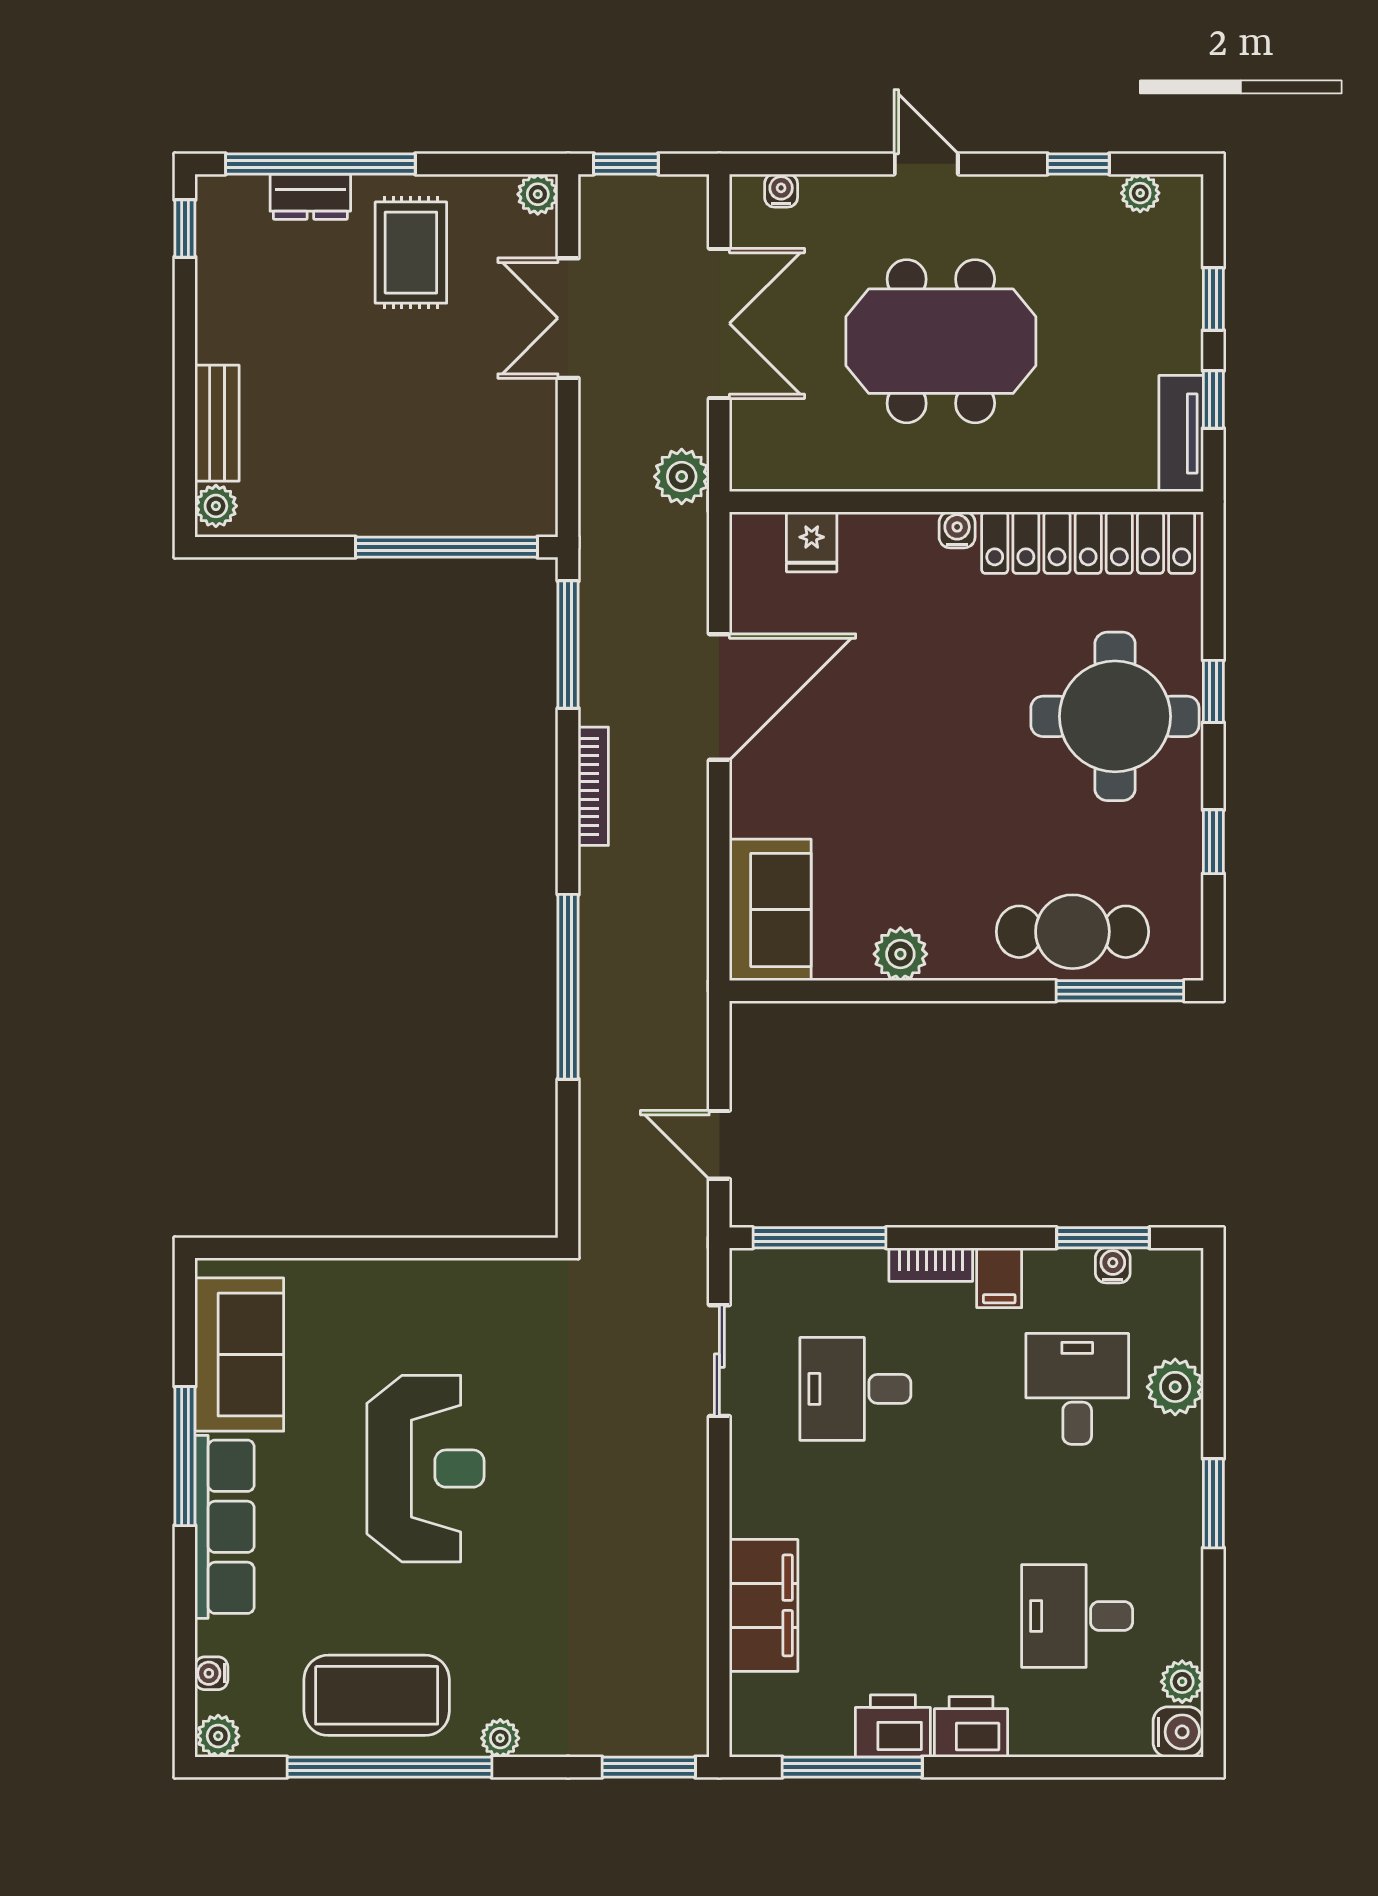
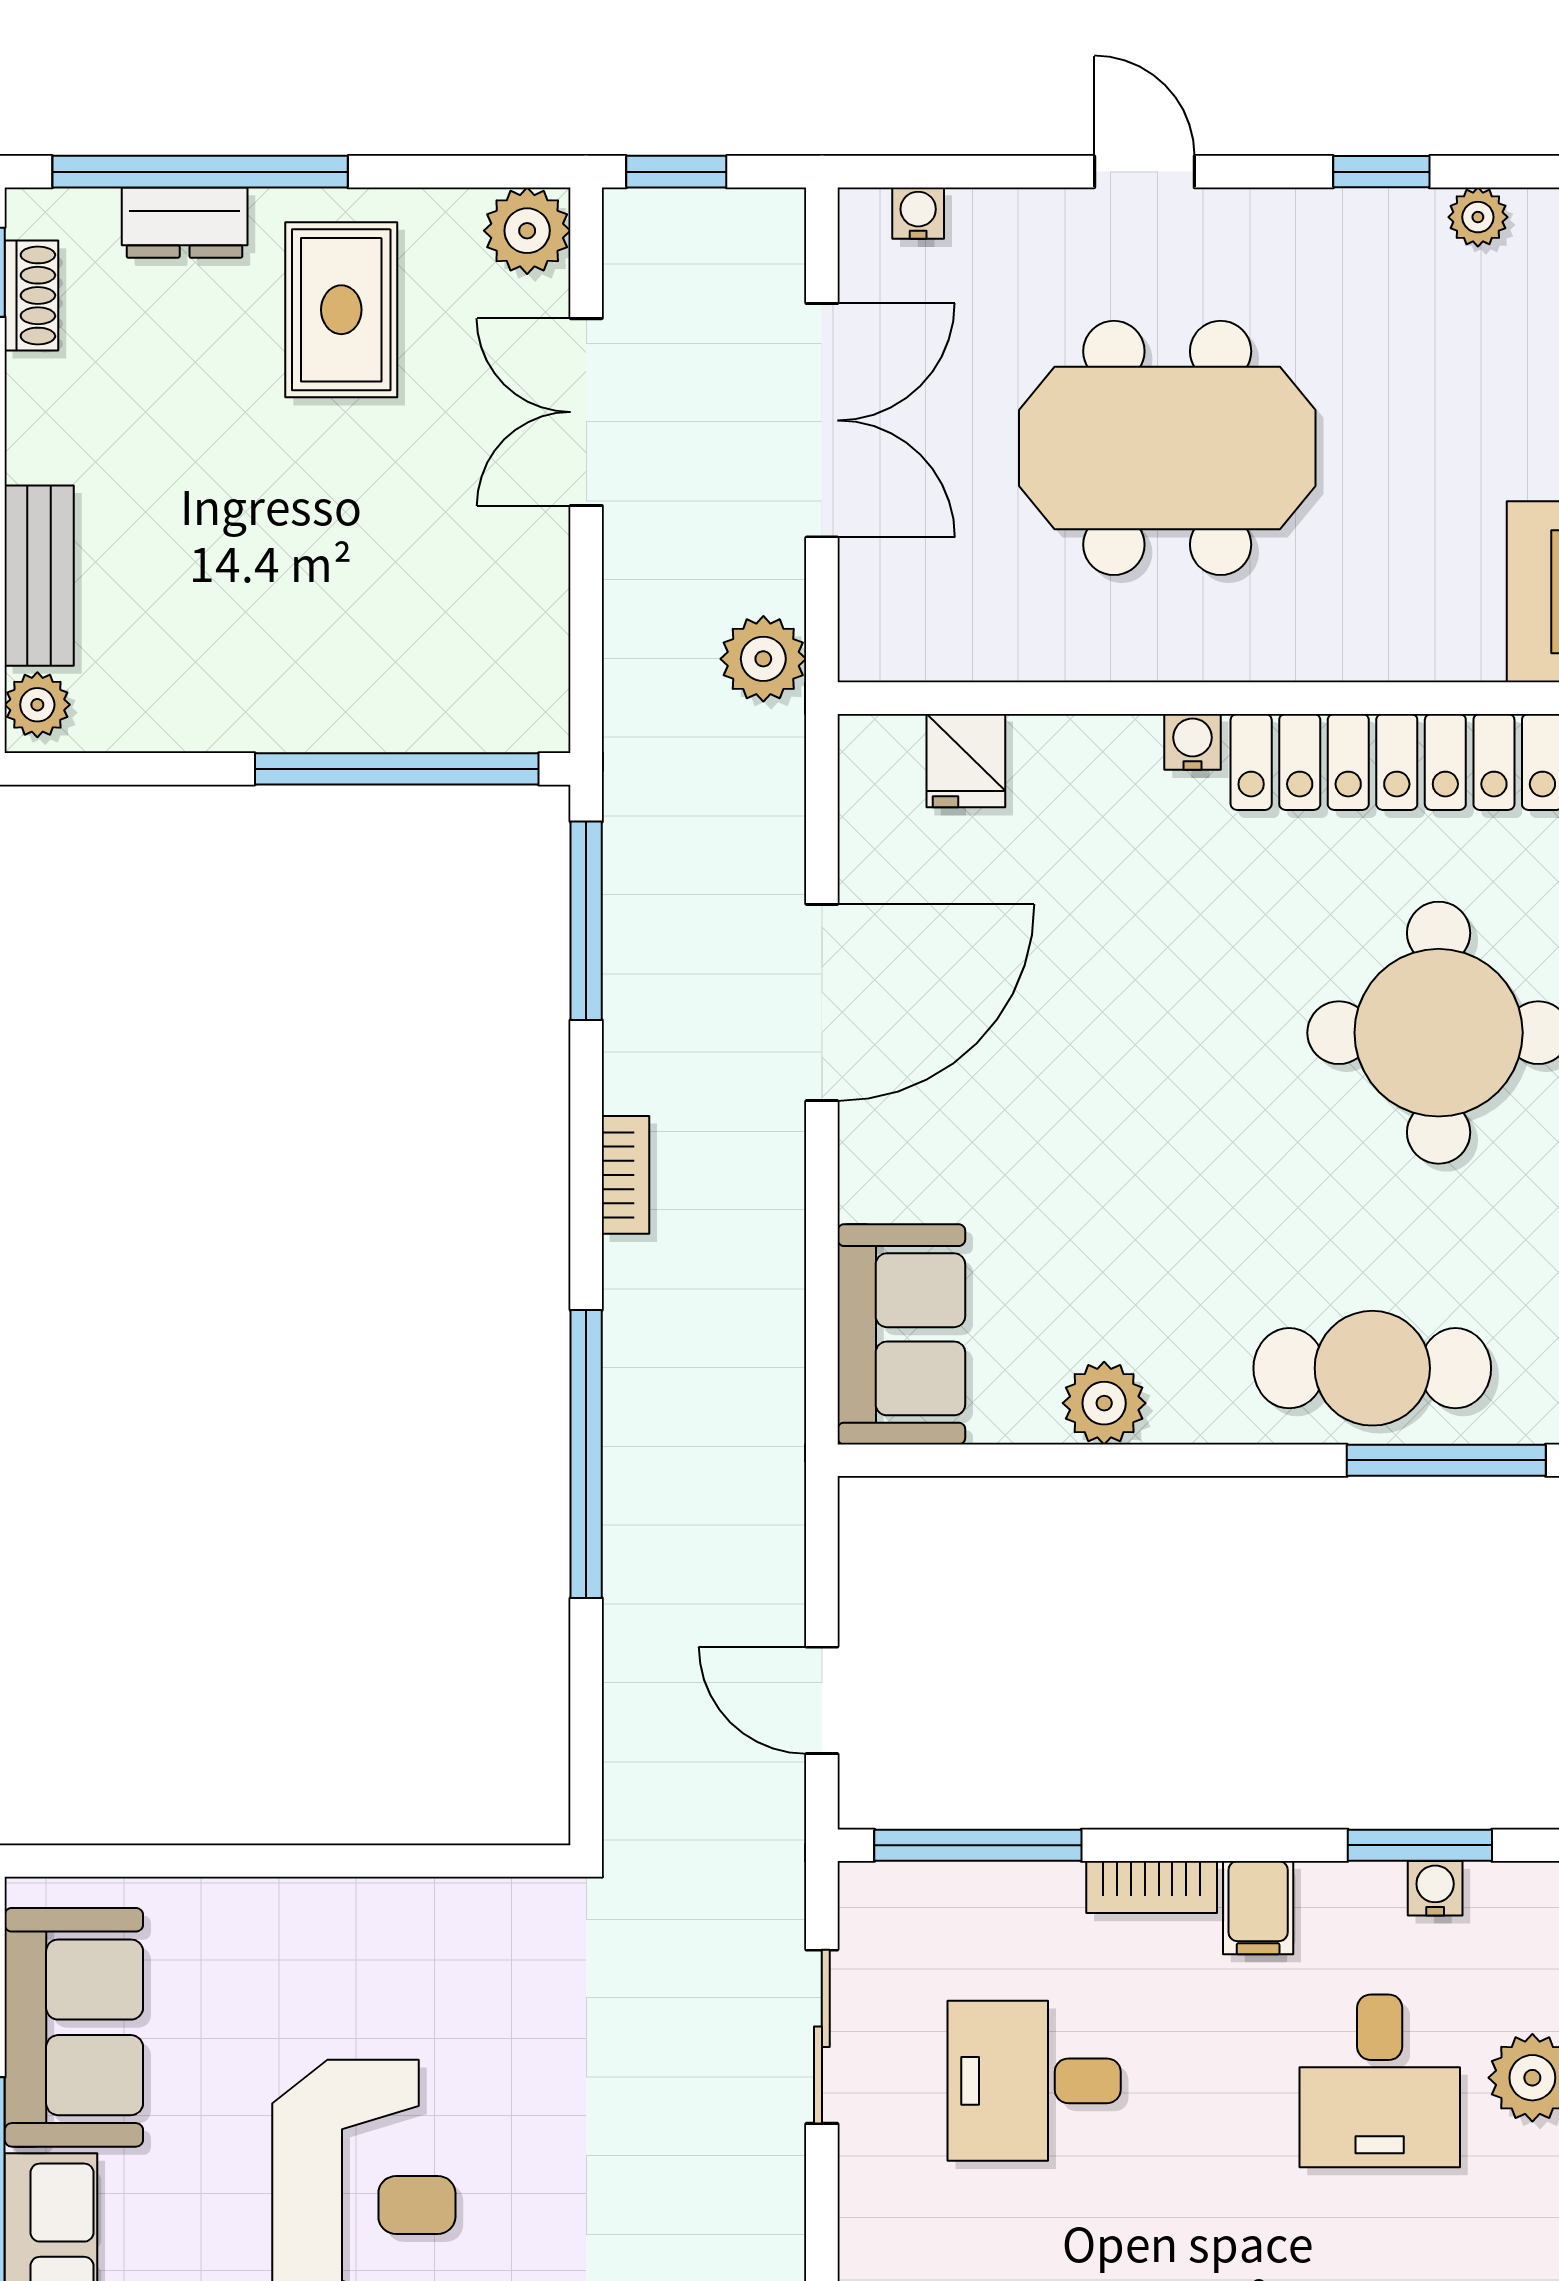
plant: (538, 194) -> (527, 231), width x1.38, depth x1.38
shoe rack: (212, 243) -> (31, 295), added
bookcase: (593, 786) -> (626, 1175), width x0.64
desk: (1077, 1389) -> (1380, 2081), turned 180

